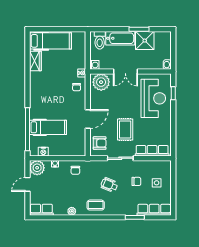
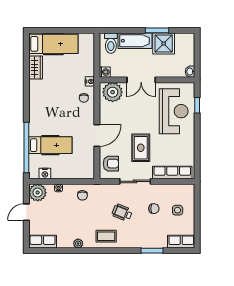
row of seats: (154, 210) -> (181, 242), width x0.68

